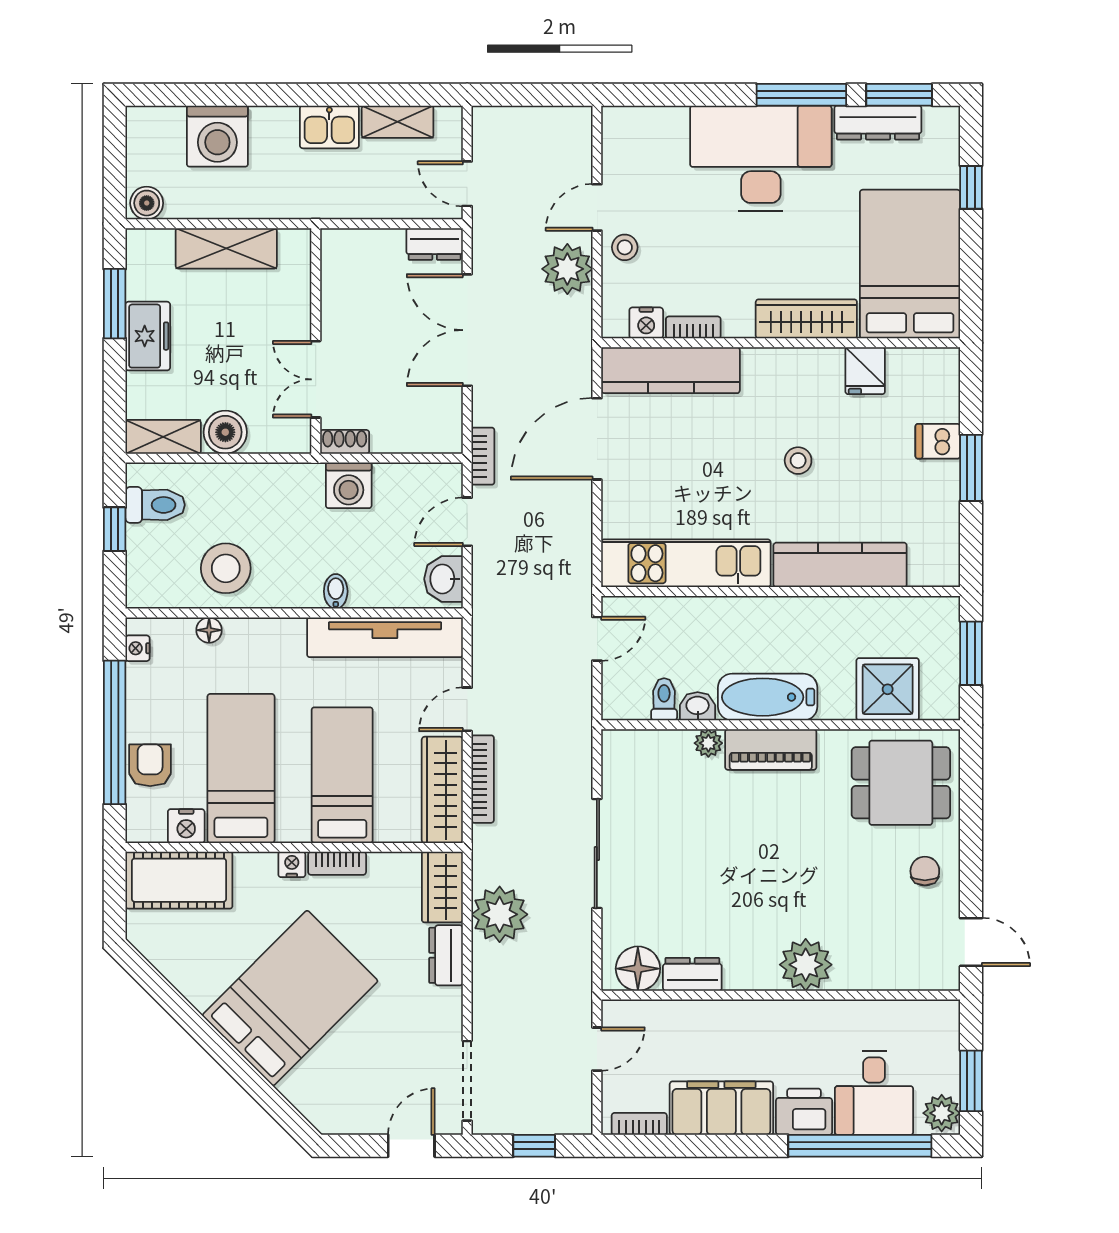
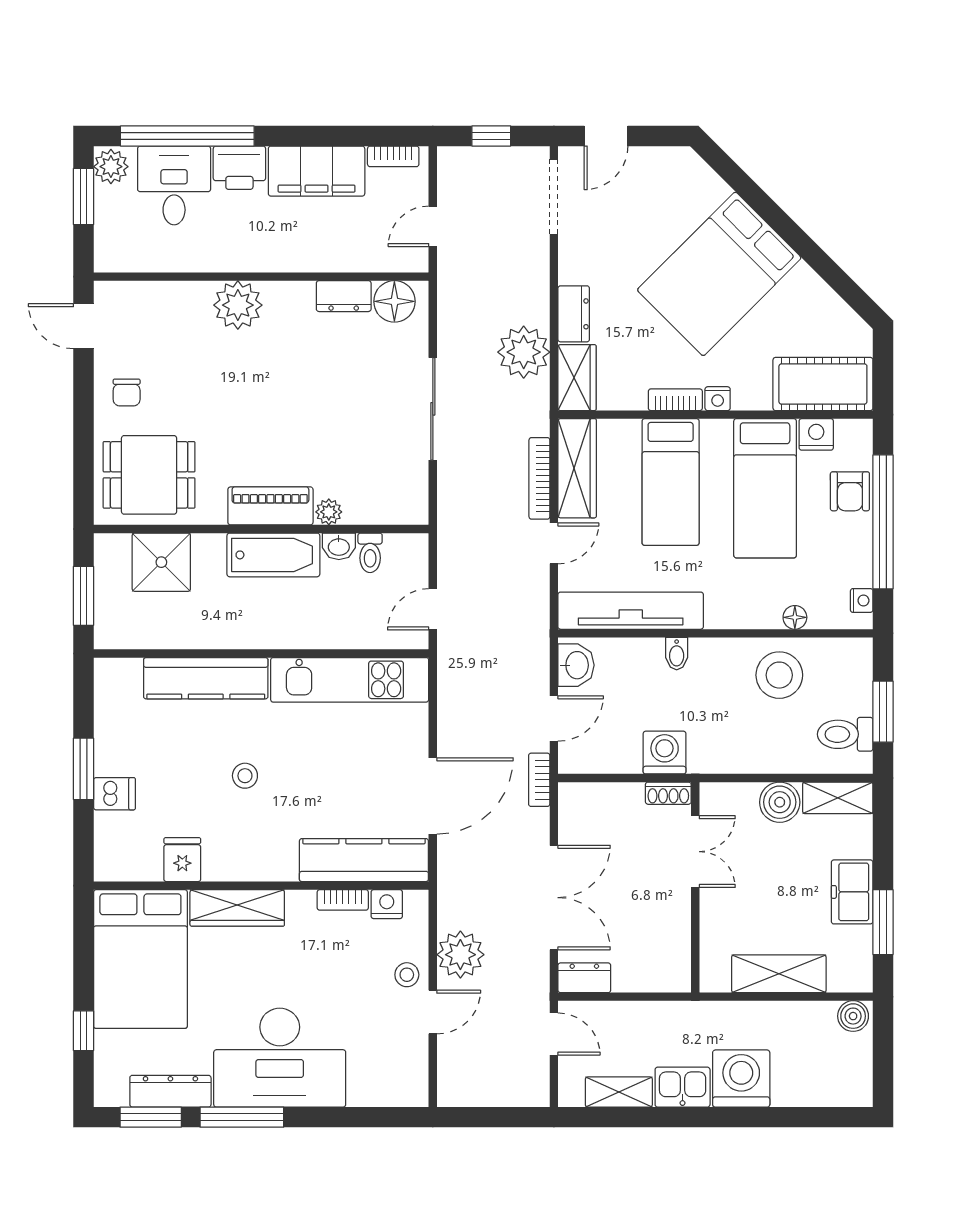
washing machine: (217, 136) -> (741, 1079), moved
window: (115, 529) -> (883, 712), width x1.50

